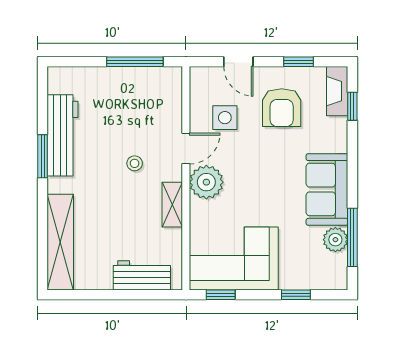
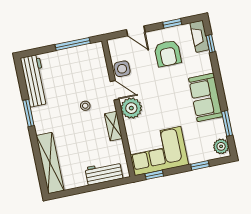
side table: (225, 118) -> (122, 69), moved
workbench: (63, 135) -> (34, 81), moved
door: (186, 148) -> (115, 90), hinge flipped
window: (352, 237) -> (227, 123), width x0.69
plant: (335, 240) -> (221, 146), moved

